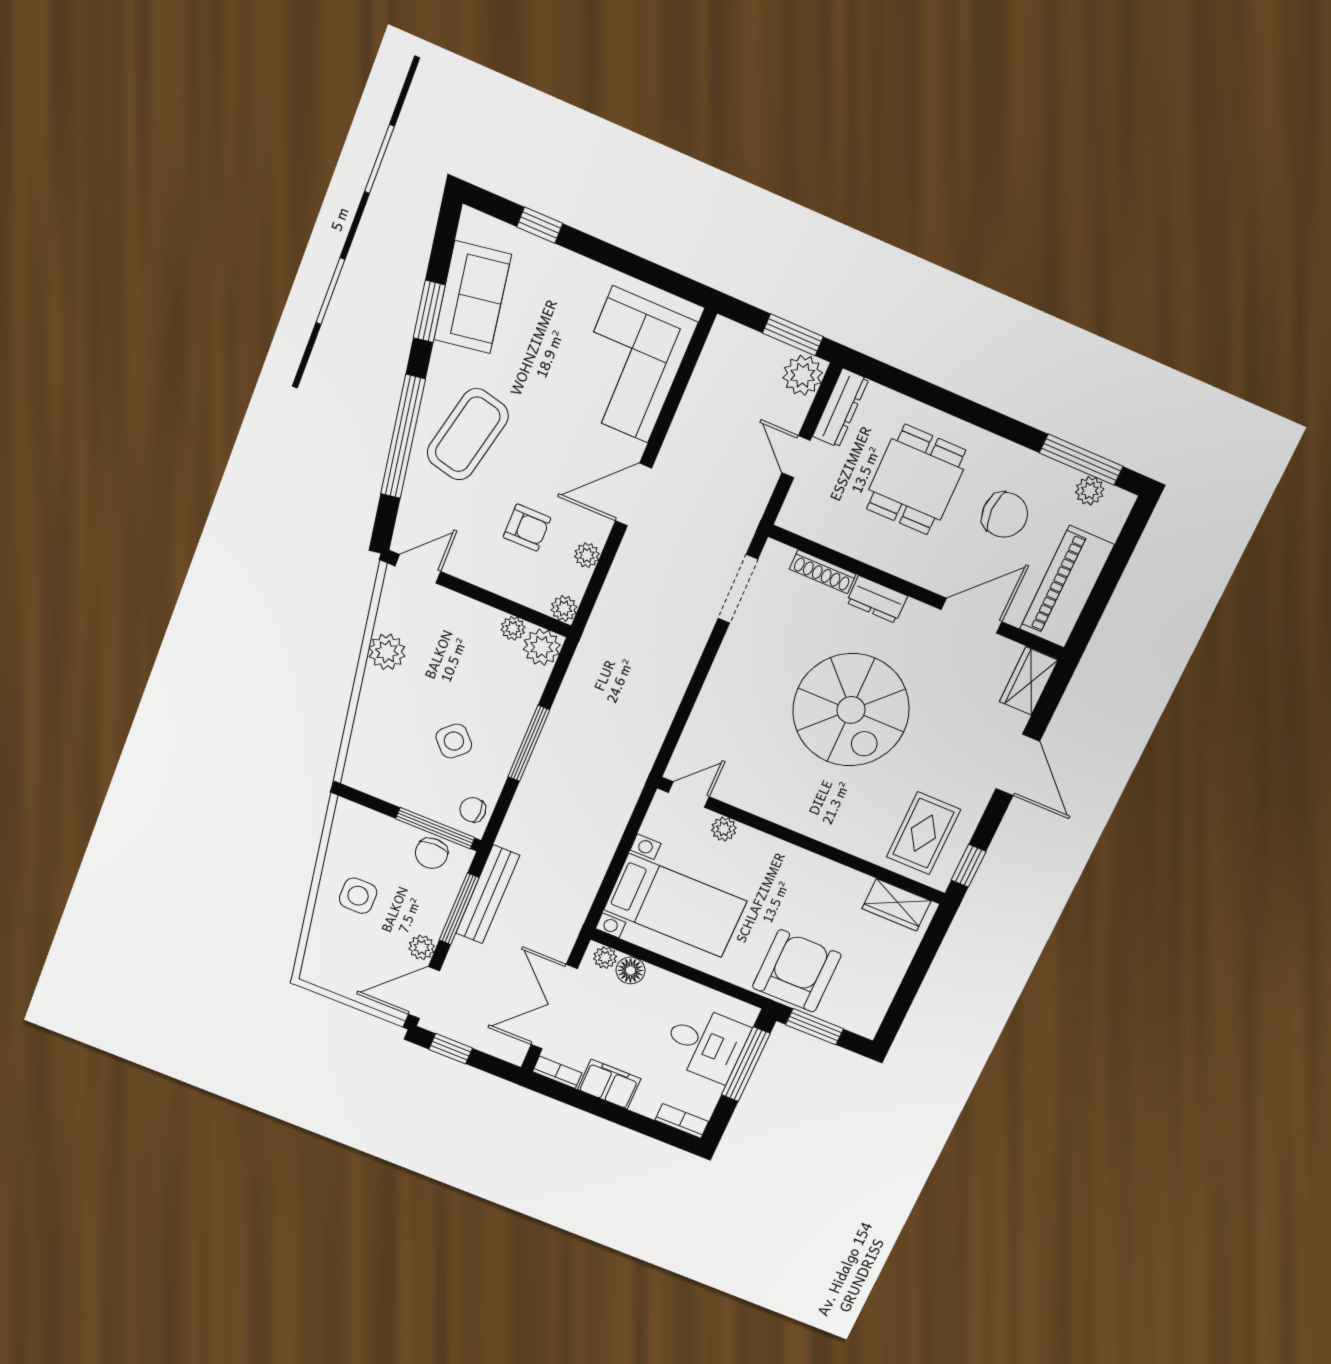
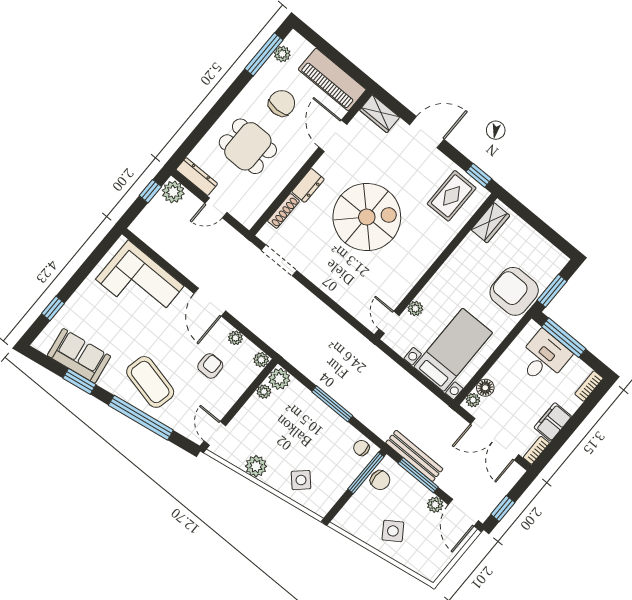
window: (793, 335) -> (150, 191), width x0.67
side table: (454, 741) -> (301, 480), moved
chair: (473, 810) -> (361, 448), turned 90
rug: (923, 833) -> (452, 196), turned 90
side table: (358, 896) -> (393, 531), turned -34

